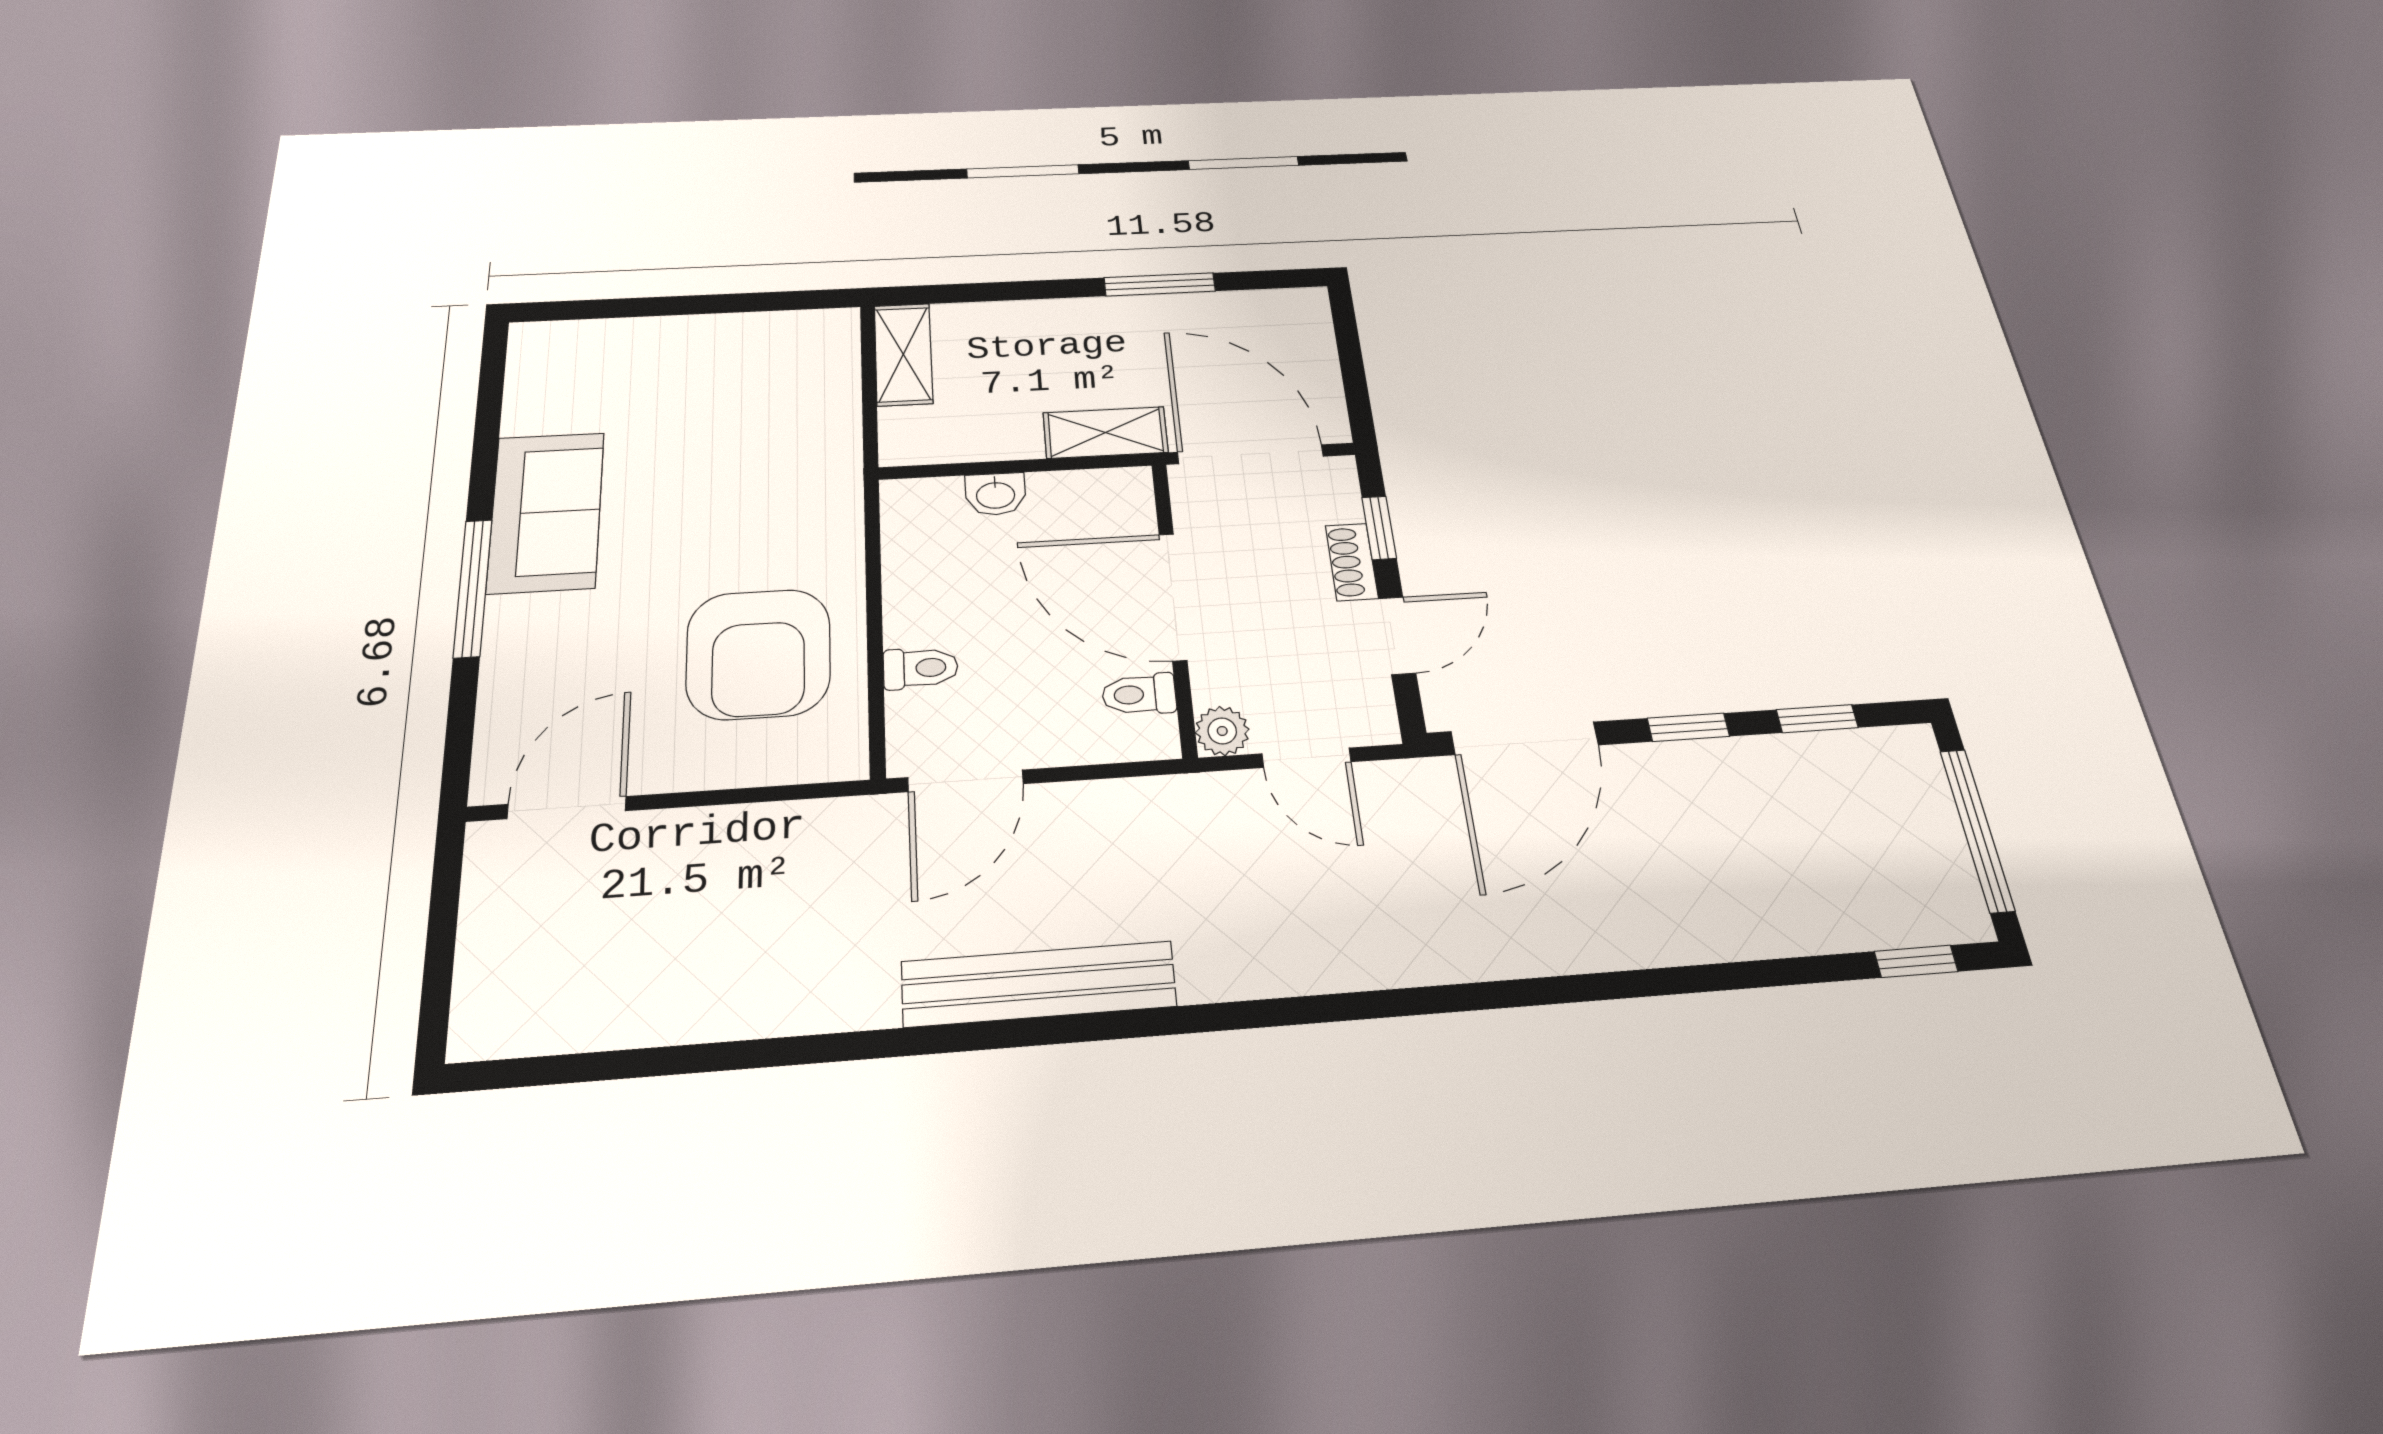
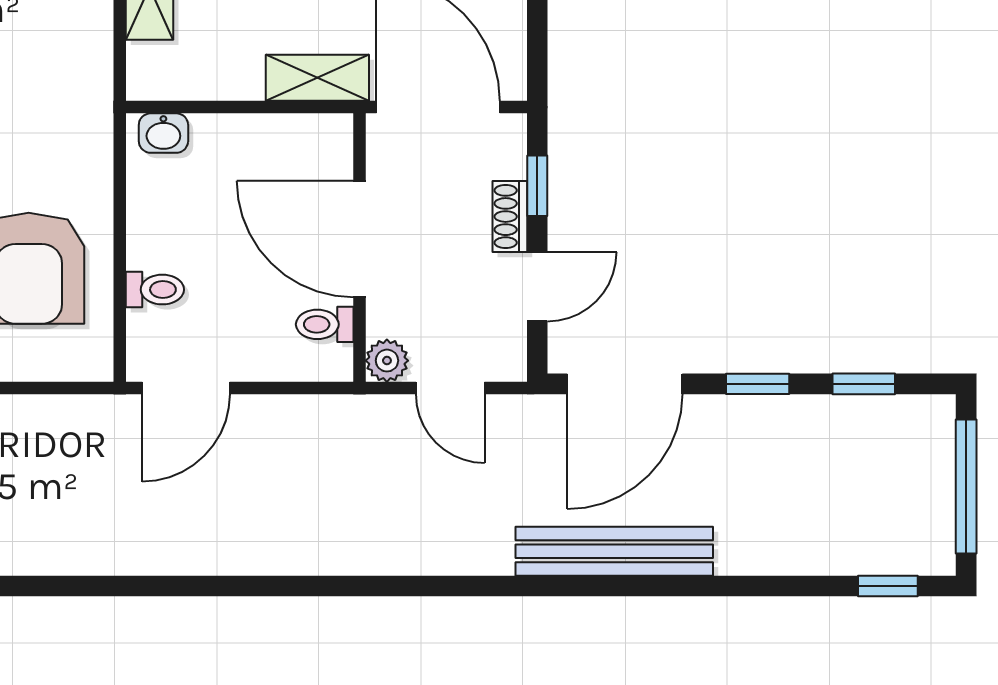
washbasin: (995, 494) -> (163, 133), moved
bench: (1039, 984) -> (614, 551), moved

